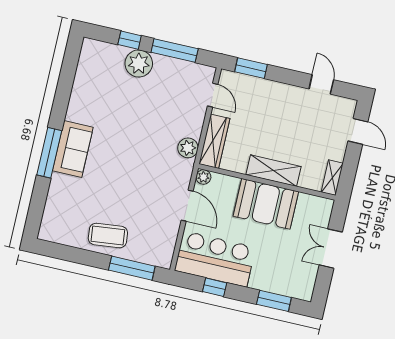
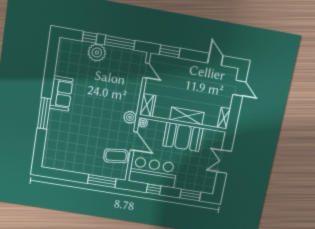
wardrobe: (214, 141) -> (148, 105), width x0.67
plant: (188, 148) -> (130, 117), moved
sofa: (73, 149) -> (61, 94), moved
coffee table: (108, 236) -> (116, 156), moved

